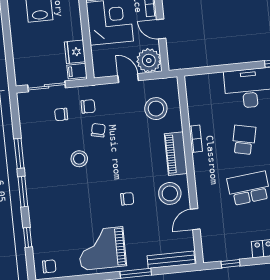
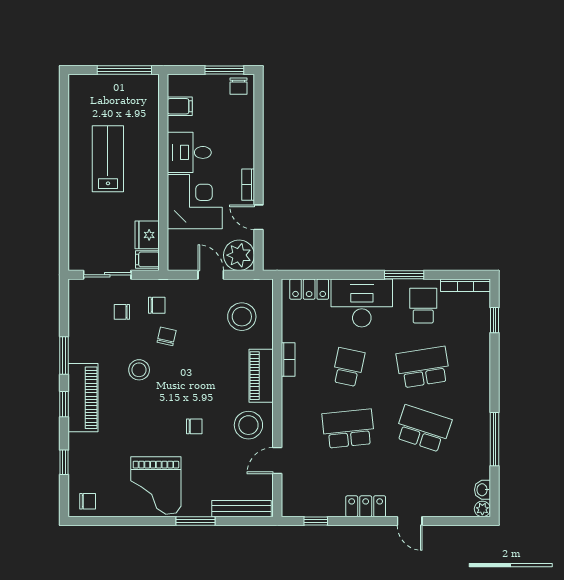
locker: (207, 82) -> (309, 289), added
piano: (37, 185) -> (83, 398), added
window: (23, 192) -> (64, 404), width x0.67
grand piano: (102, 248) -> (156, 485), turned -90

